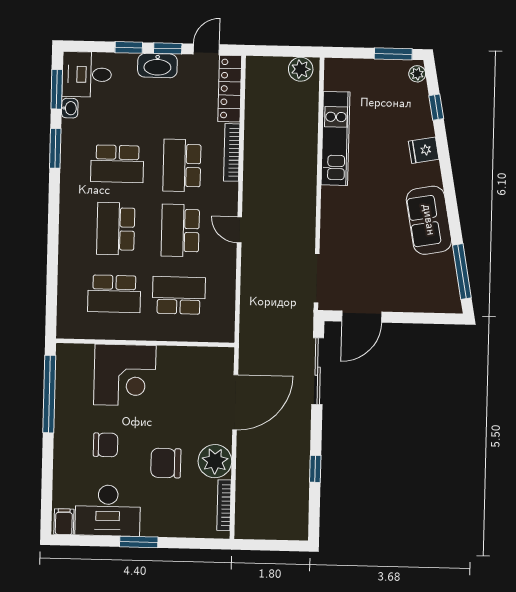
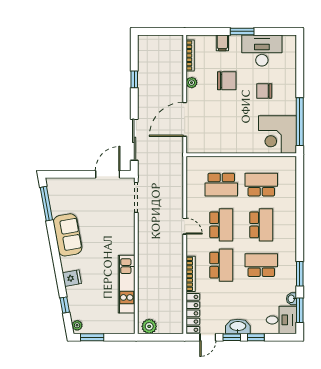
corner desk: (125, 375) -> (278, 134), moved, turned -90
plant: (215, 461) -> (192, 83), width x0.53, depth x0.53
filing cabinet: (64, 522) -> (222, 43), moved

